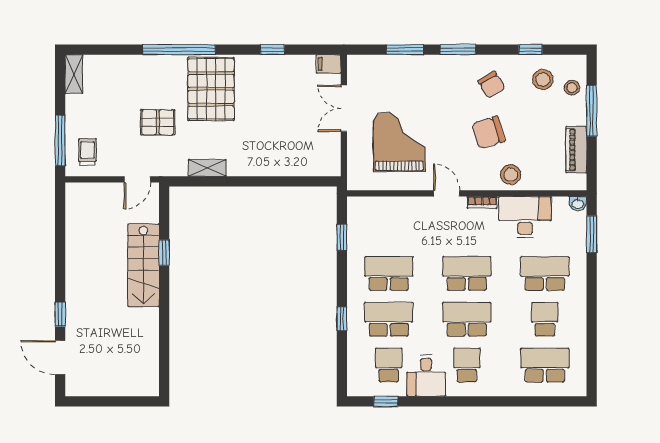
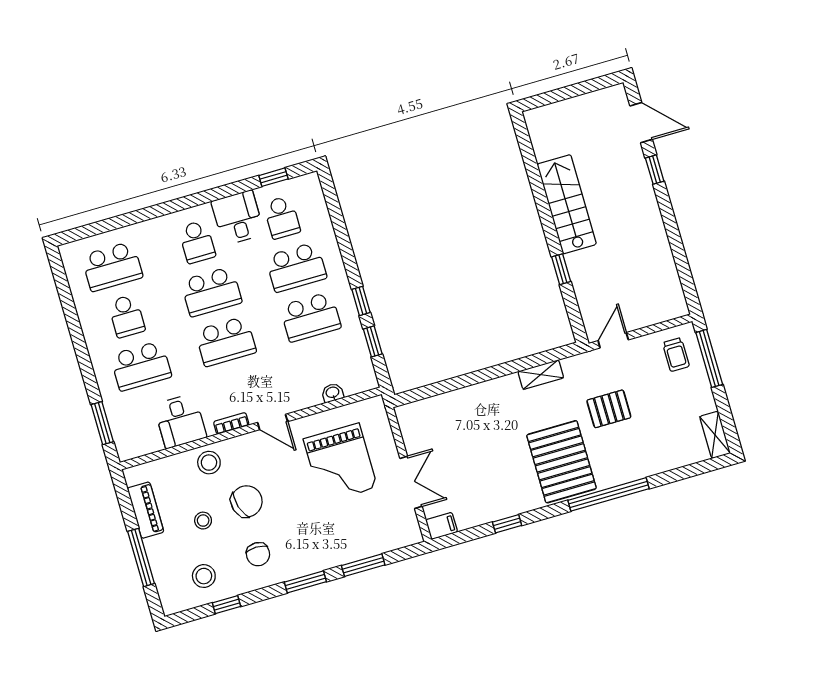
chair: (492, 85) -> (258, 554), turned -149
stool: (572, 88) -> (203, 521), moved
washbasin: (578, 204) -> (333, 393), moved
desk: (525, 217) -> (180, 421), width x0.73
stairs: (143, 265) -> (567, 204), moved
window: (342, 319) -> (361, 301), moved

